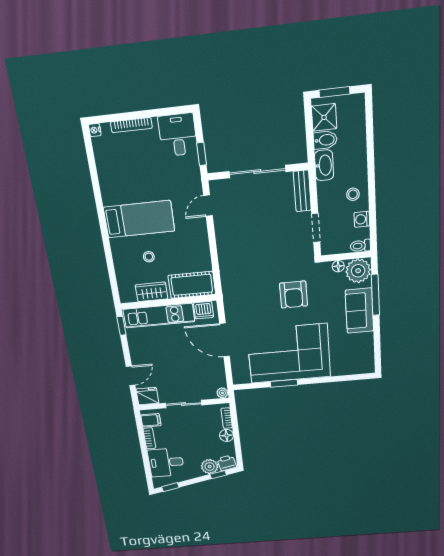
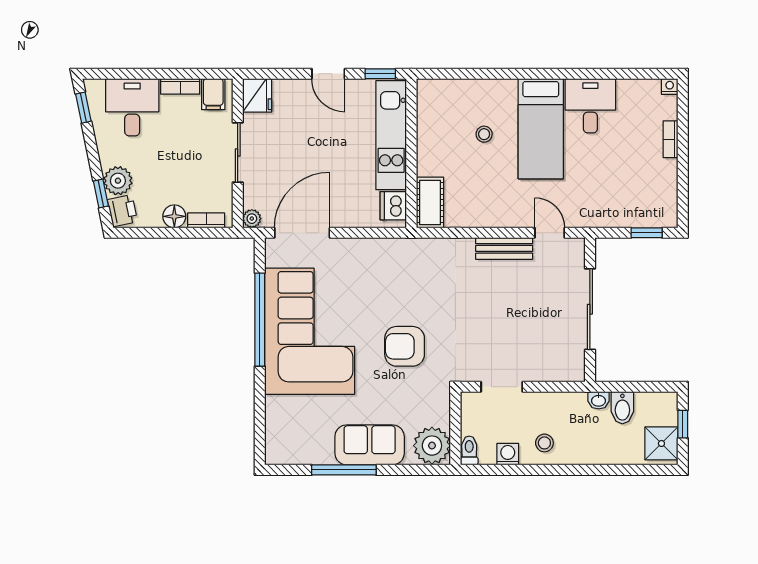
window: (334, 92) -> (683, 424), width x0.67
shower: (324, 117) -> (661, 443), moved
bookcase: (131, 125) -> (671, 139), width x0.64
desk: (178, 135) -> (590, 106), moved, turned -90
window: (202, 154) -> (647, 233), moved
washbasin: (324, 165) -> (599, 400), width x0.52, depth x0.69
bench: (302, 191) -> (504, 248), moved
floor lamp: (338, 266) -> (442, 416), removed
cot: (192, 285) -> (430, 203), width x0.73, depth x0.75
wardrobe: (152, 292) -> (430, 130), removed
window: (375, 295) -> (344, 470), moved
door: (225, 340) -> (302, 233), moved
door: (131, 376) -> (328, 74), moved
window: (284, 383) -> (260, 320), width x2.11

